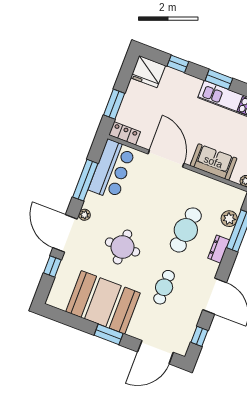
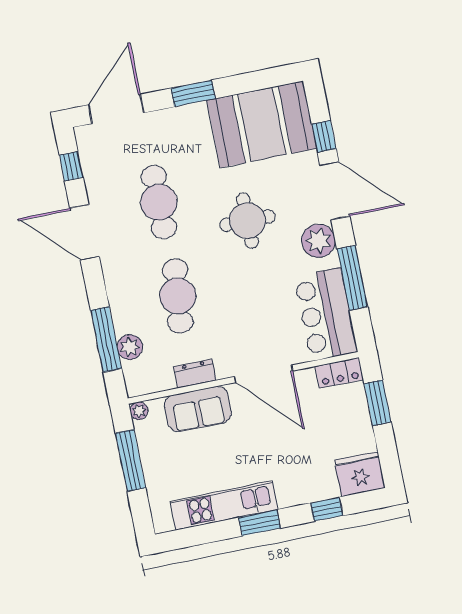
plant: (84, 215) -> (318, 241), width x1.88, depth x1.88
dresser: (219, 249) -> (195, 374), moved, turned -90
cafe table: (164, 287) -> (159, 202), width x1.37, depth x1.35
booth: (103, 302) -> (262, 124), moved

